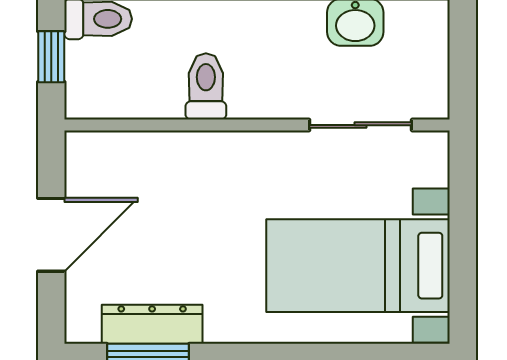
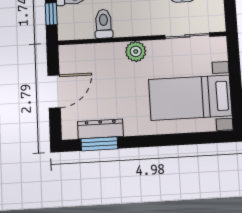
toilet: (206, 86) -> (104, 24), moved
plant: (240, 154) -> (136, 51), added

